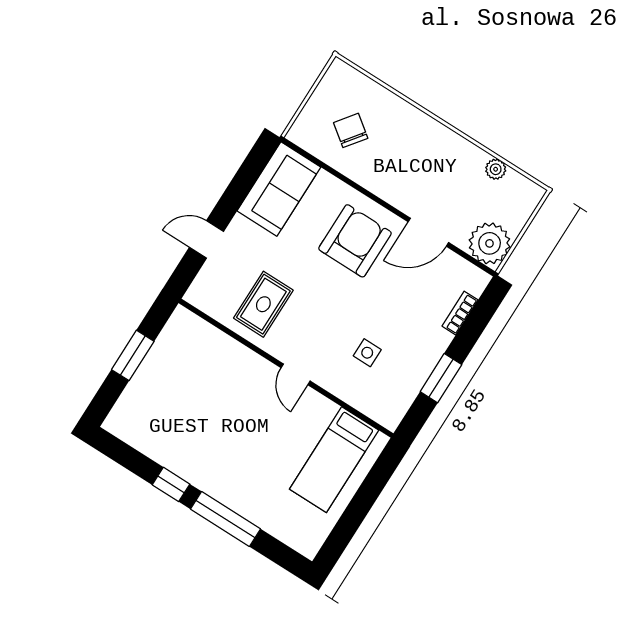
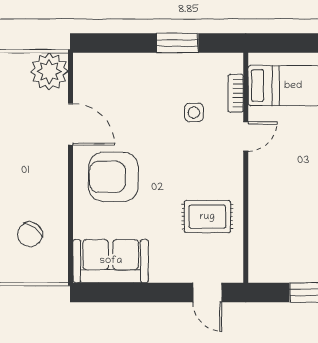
door: (206, 239) -> (207, 292), moved
bookcase: (460, 313) -> (236, 93), moved, turned 90
door: (296, 374) -> (246, 136), moved

